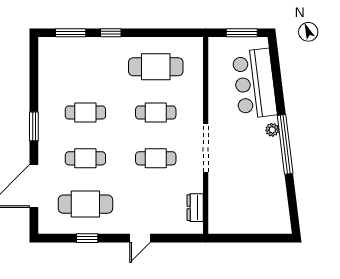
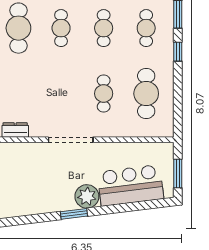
plant: (272, 130) -> (87, 196), width x1.87, depth x1.87
window: (285, 144) -> (74, 214), width x0.47
cafe table: (156, 158) -> (146, 28), moved

